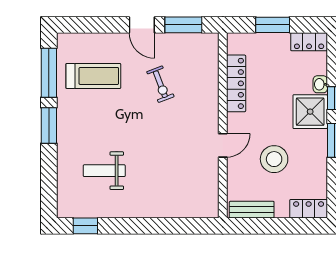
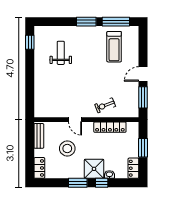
exercise bike: (160, 84) -> (105, 105), moved

